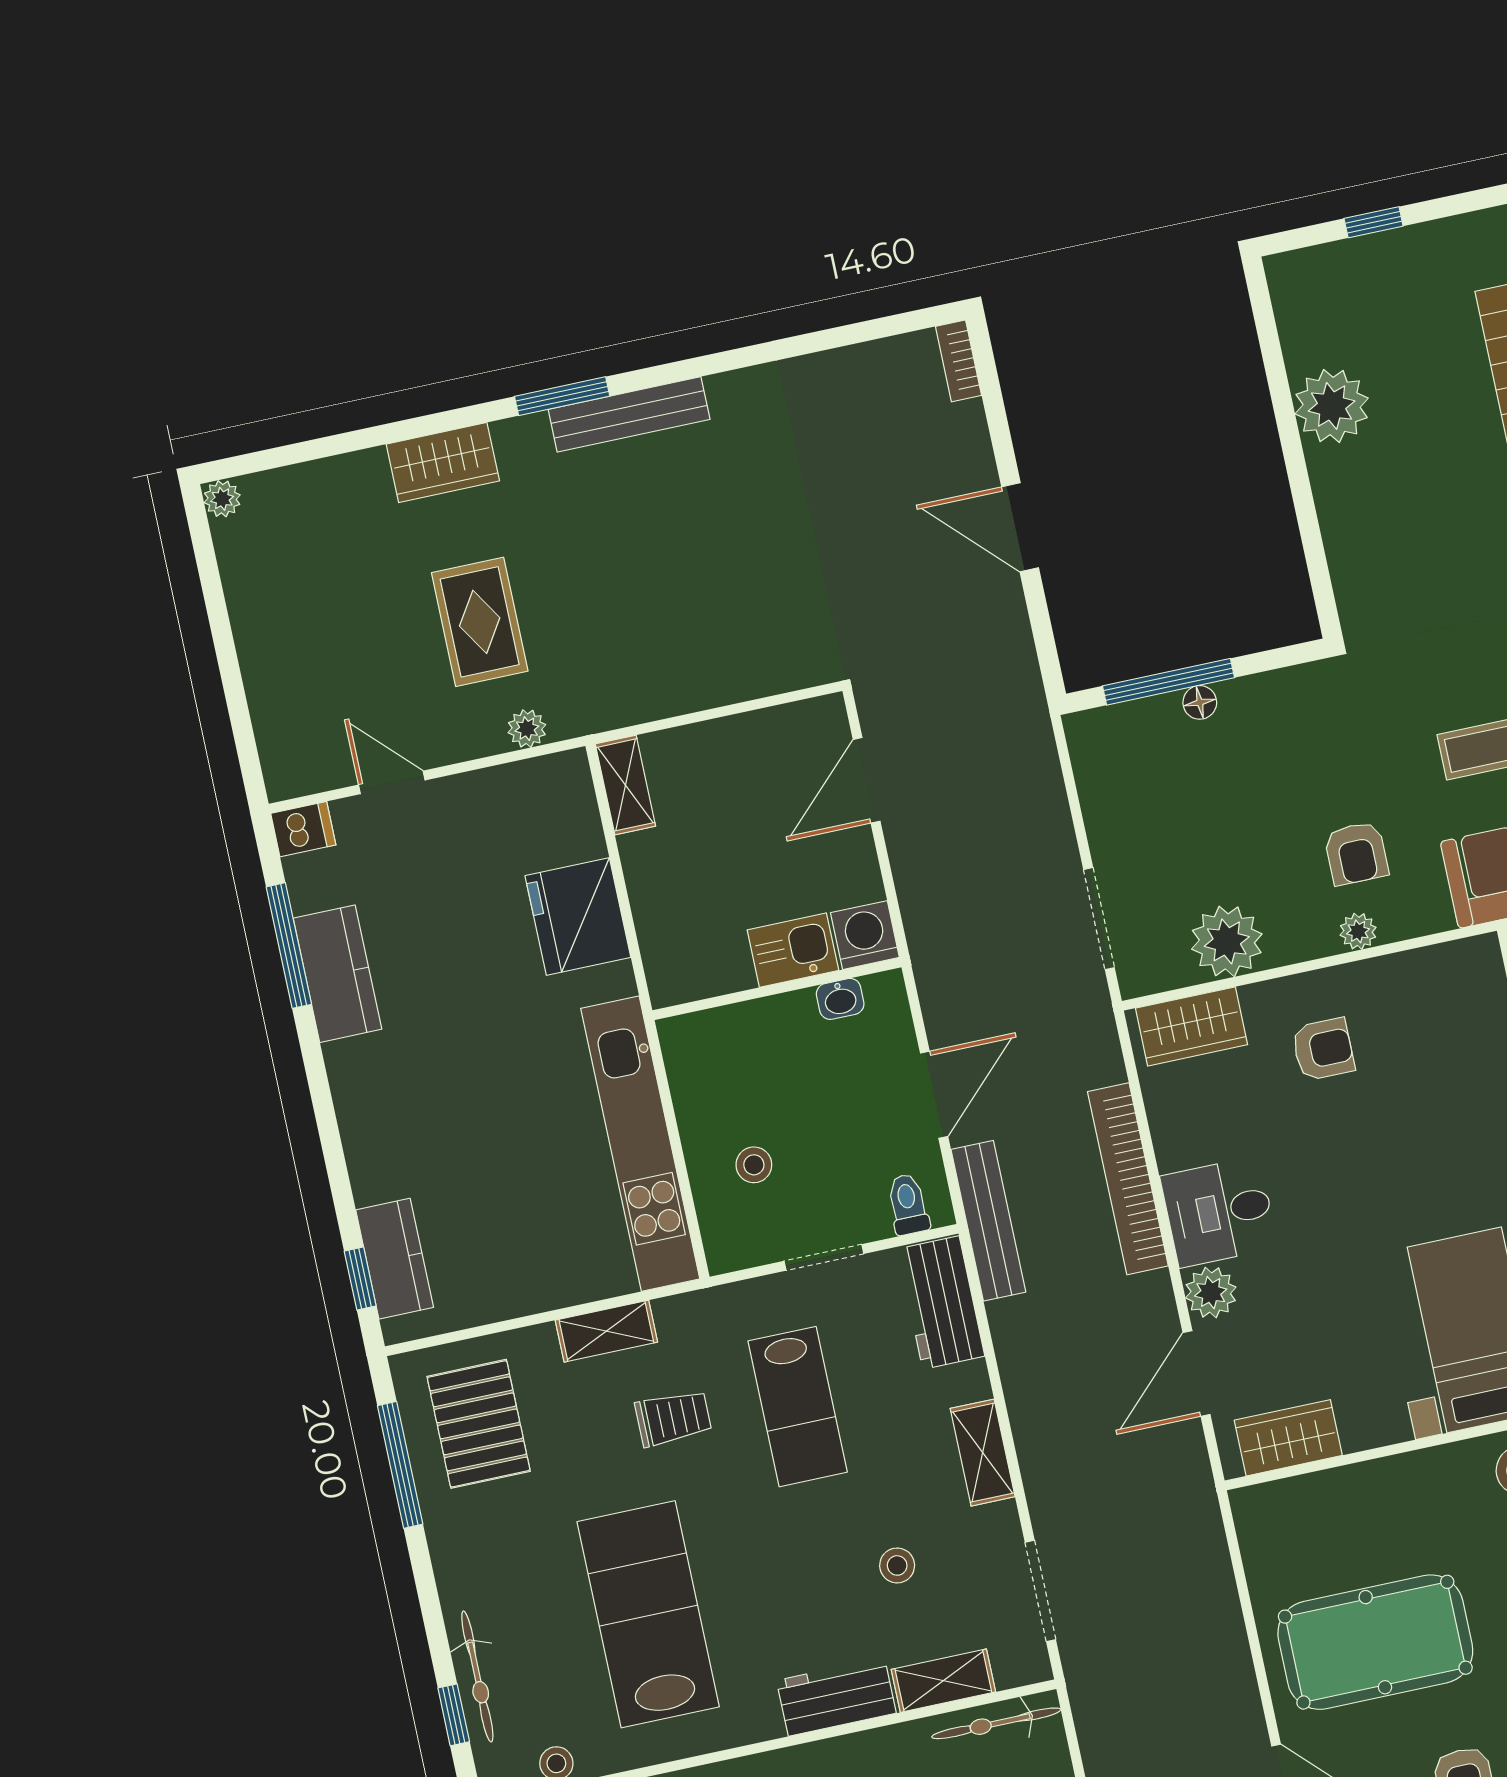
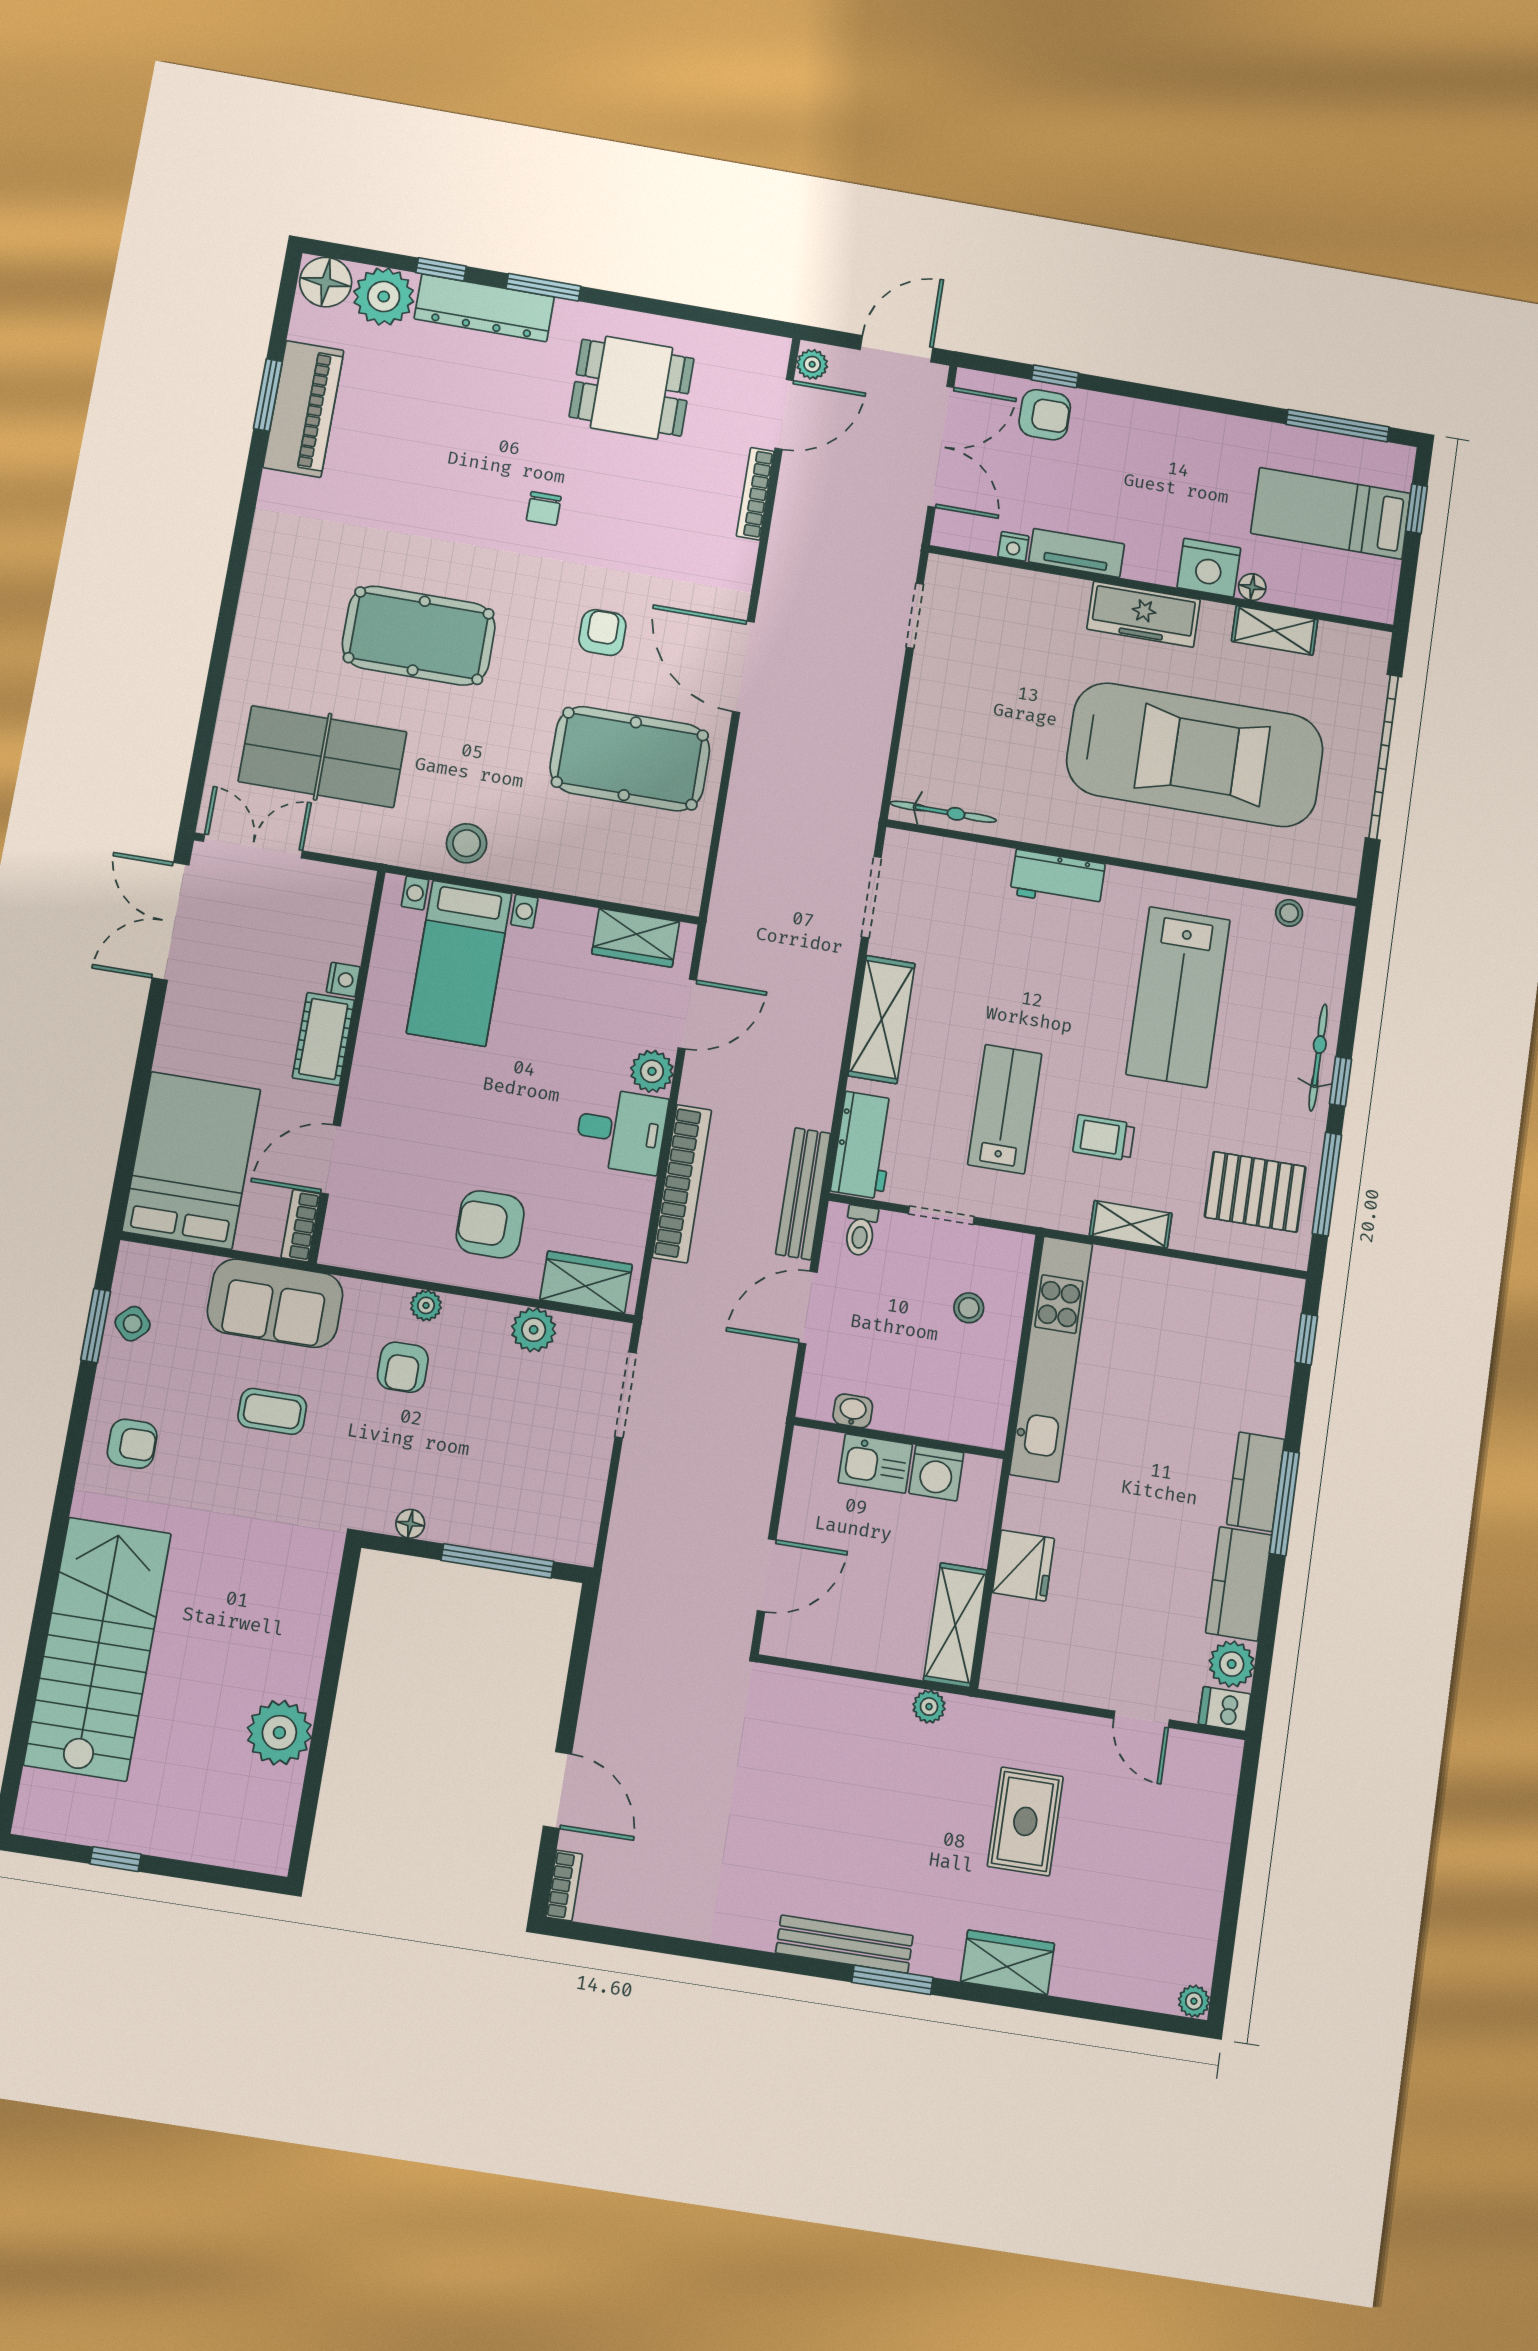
window: (1374, 222) -> (115, 1859), moved
door: (1020, 527) -> (557, 1790), moved
floor lamp: (1200, 702) -> (410, 1524), moved
plant: (527, 729) -> (929, 1707), moved
shelving: (625, 785) -> (955, 1625), width x1.50, depth x1.33
armchair: (1356, 853) -> (403, 1367), turned 180
plant: (313, 882) -> (1232, 1664), added
fridge: (578, 917) -> (1023, 1566), width x0.73, depth x0.75
washing machine: (865, 935) -> (936, 1473), moved
plant: (1227, 941) -> (534, 1330), width x0.73, depth x0.73
window: (289, 946) -> (1284, 1503), moved
armchair: (1323, 1049) -> (490, 1224), width x1.38, depth x1.38
kitchen counter: (395, 1259) -> (1256, 1482), moved
pallet: (479, 1424) -> (1255, 1192), turned 90
shelving: (983, 1453) -> (882, 1020), width x1.50, depth x1.33
stool: (897, 1565) -> (974, 959), removed
bicycle: (477, 1676) -> (1318, 1057), moved
shelving: (943, 1681) -> (971, 859), removed
window: (454, 1715) -> (1341, 1081), moved

